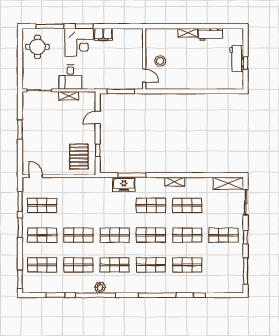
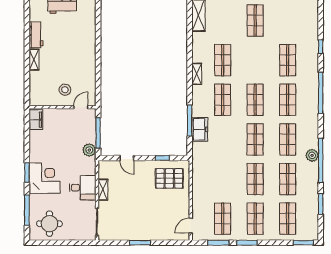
filing cabinet: (103, 34) -> (36, 120), moved
plant: (105, 83) -> (89, 150), added
shop shelf: (187, 235) -> (255, 60), removed

